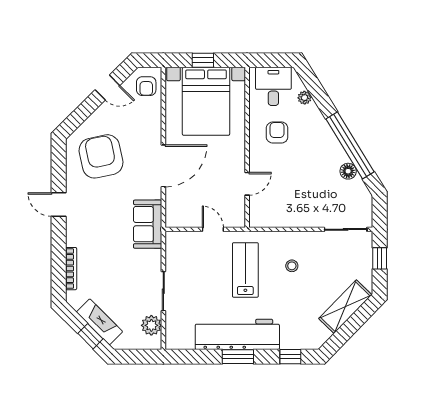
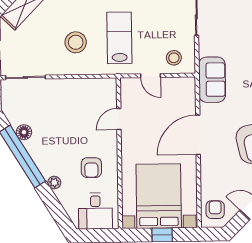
plant: (305, 98) -> (54, 183), moved
stool: (188, 248) -> (174, 58), added
stool: (292, 266) -> (76, 42), width x1.89, depth x1.89
lab bench: (245, 270) -> (119, 38), turned 180

